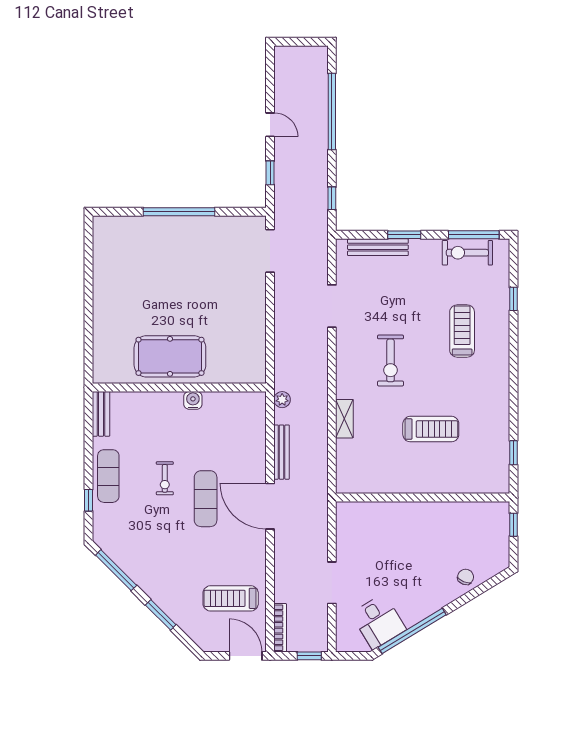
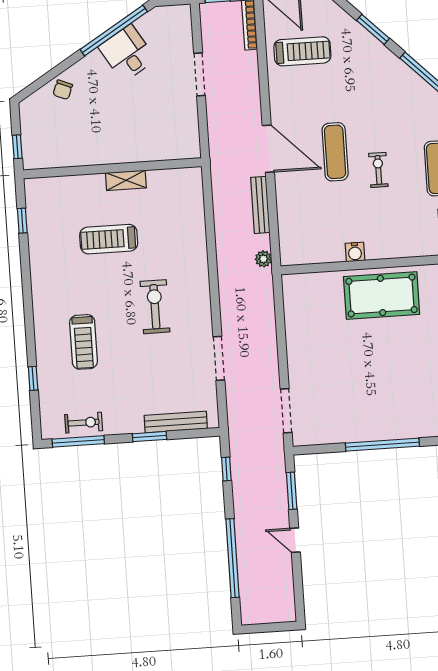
window: (270, 173) -> (292, 491), width x1.50
exercise bike: (467, 253) -> (84, 423), width x0.73, depth x0.72
shelving: (344, 419) -> (126, 180), moved, turned 90
desk: (378, 622) -> (127, 53), moved

